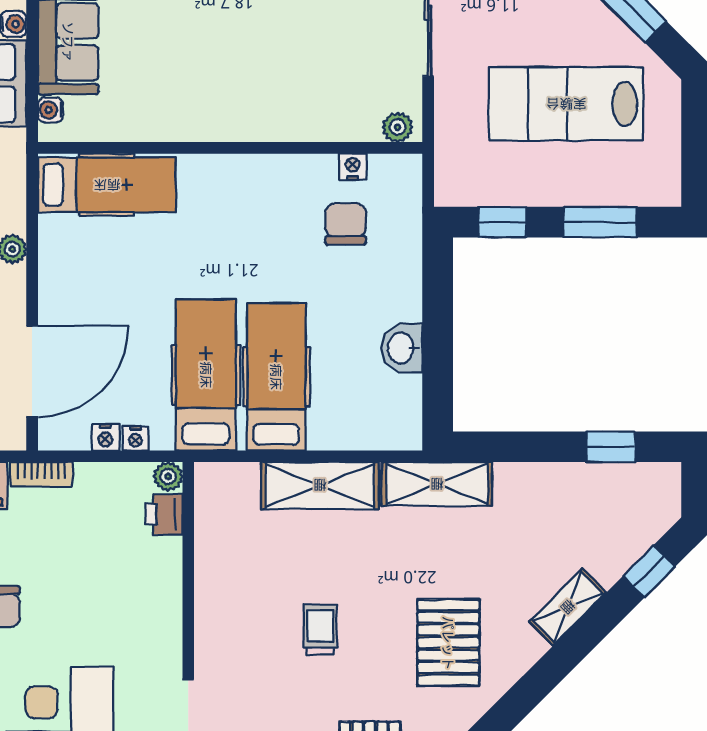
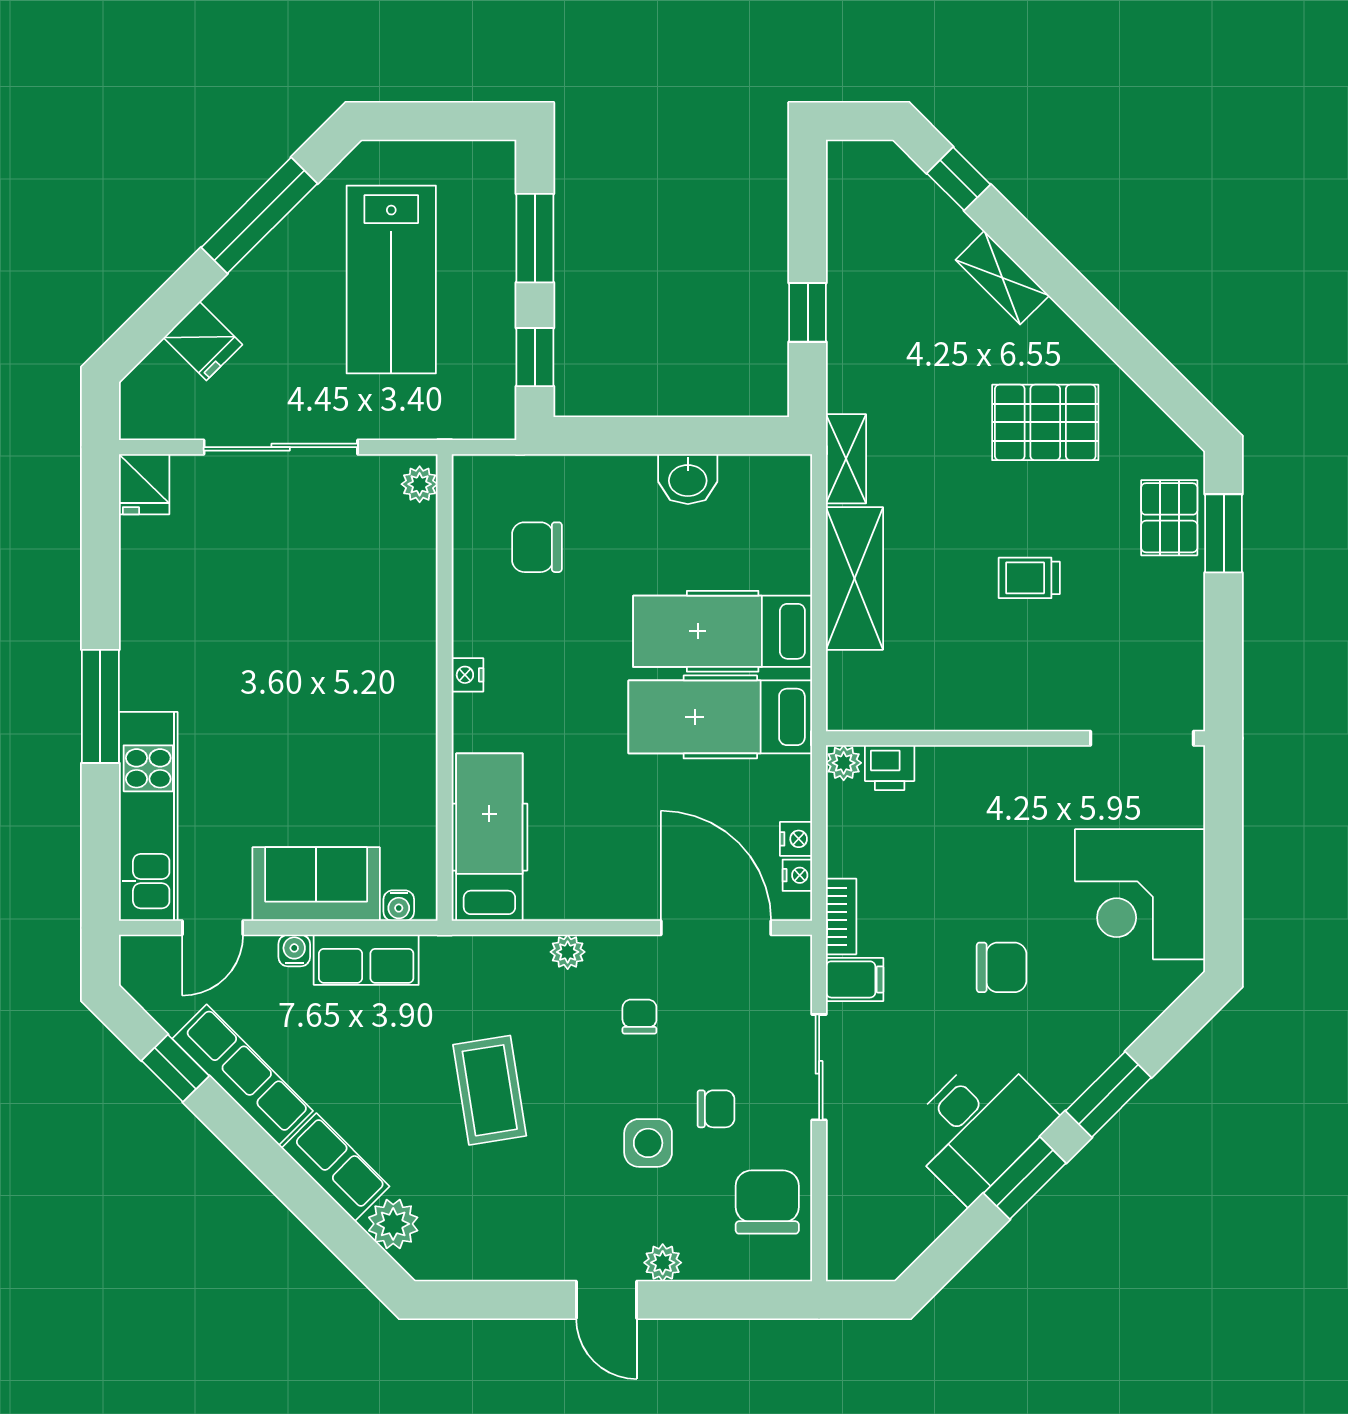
nightstand: (353, 167) -> (467, 675), moved
nightstand: (135, 438) -> (797, 875), moved
window: (611, 447) -> (808, 312), moved
shelving: (437, 484) -> (846, 459), width x0.67, depth x0.75

